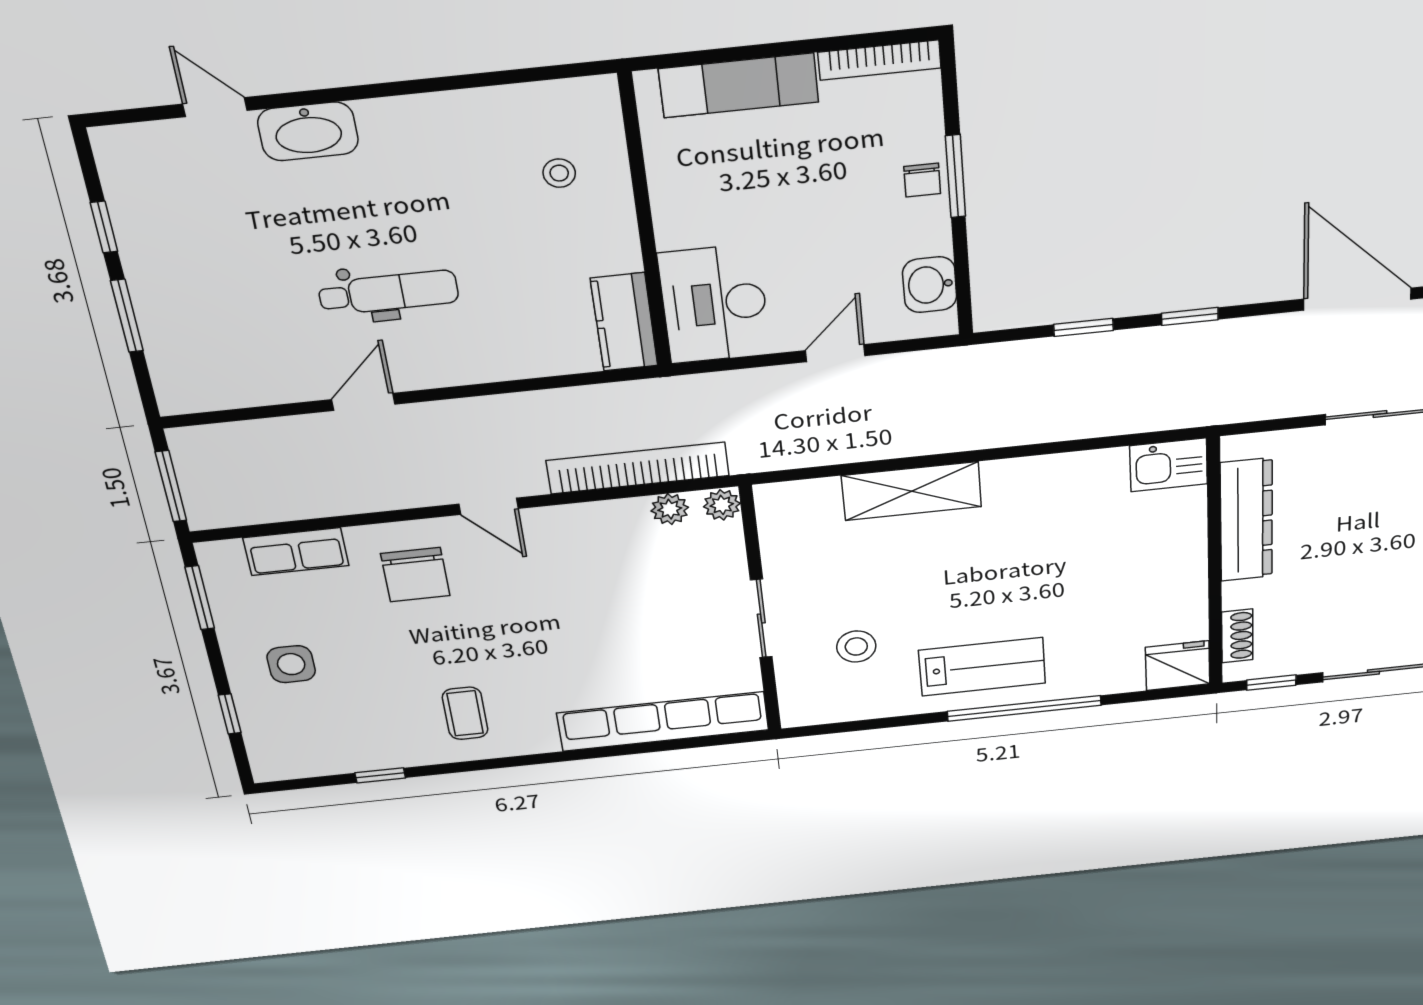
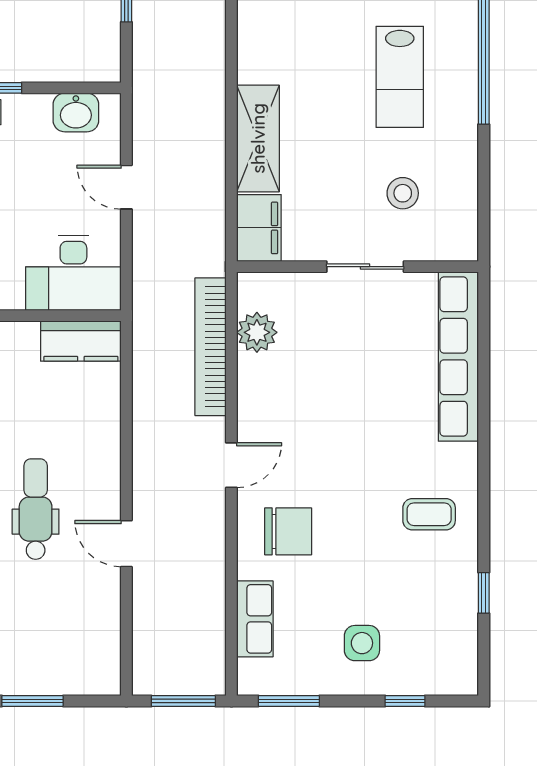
filing cabinet: (797, 504) -> (259, 228), added
plant: (722, 505) -> (253, 286), removed
plant: (670, 509) -> (257, 332), width x1.38, depth x1.38
lab bench: (982, 667) -> (400, 77), moved, turned 180

